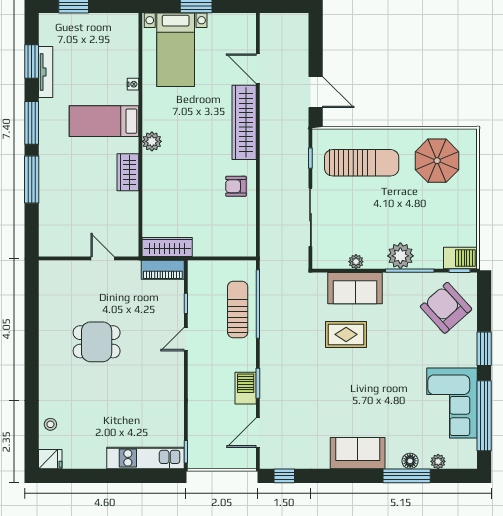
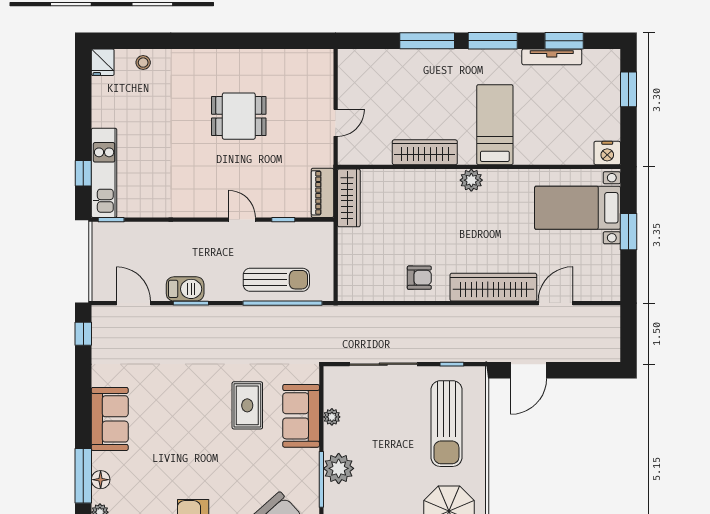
nightstand: (133, 84) -> (607, 153), moved, width x1.89, depth x1.79
wardrobe: (128, 172) -> (425, 152), width x1.50
armchair: (236, 186) -> (419, 278), turned 90
dining table: (97, 342) -> (239, 116), turned 90
window: (146, 476) -> (83, 173), added

